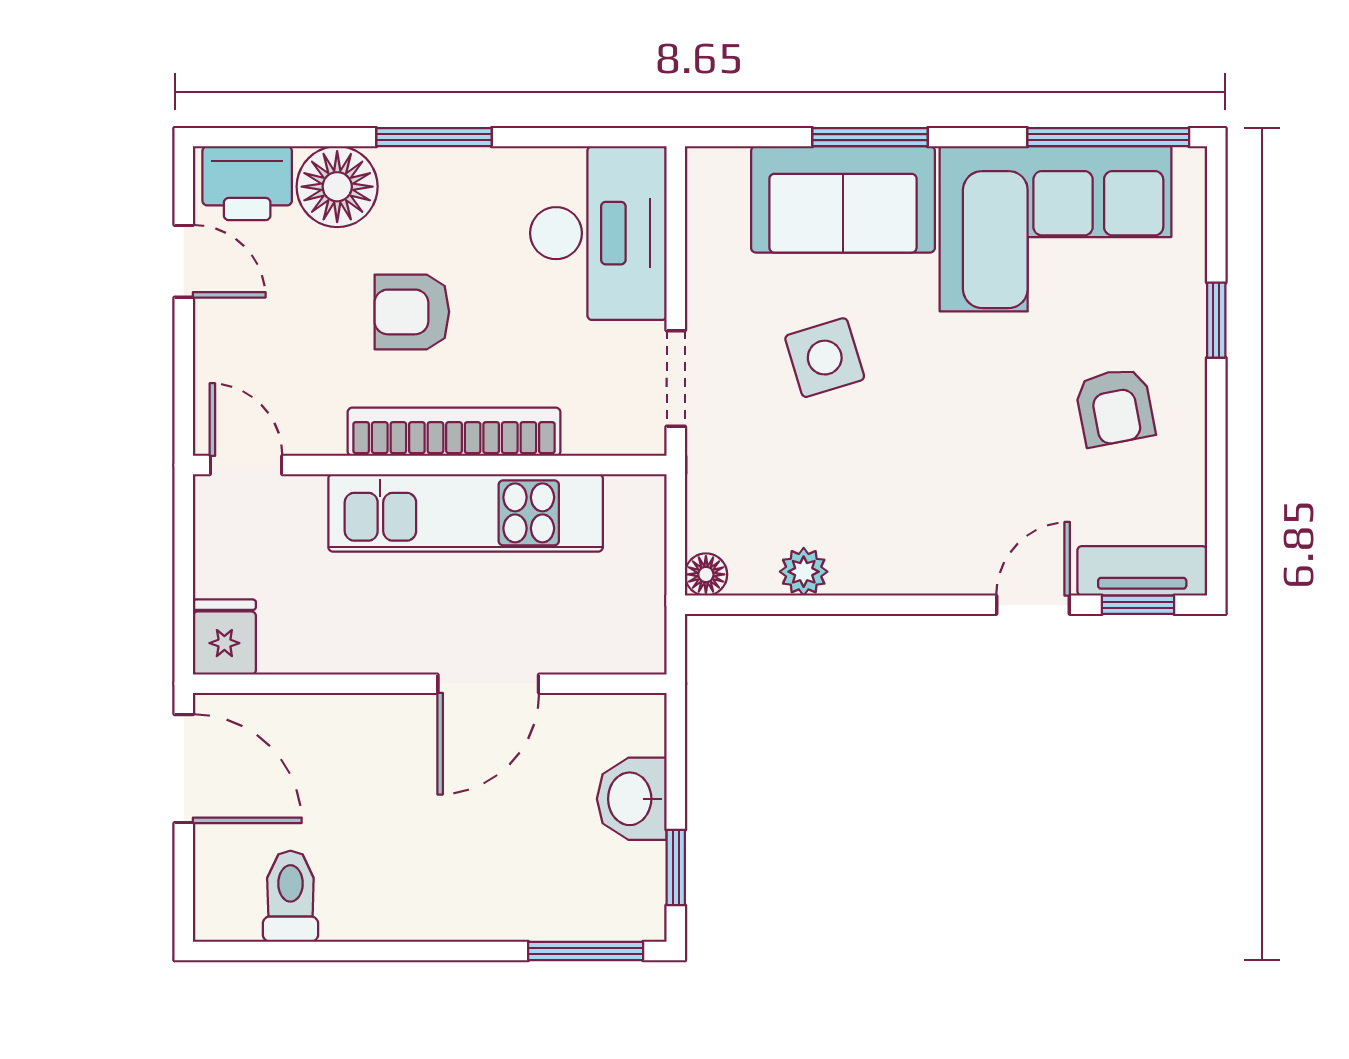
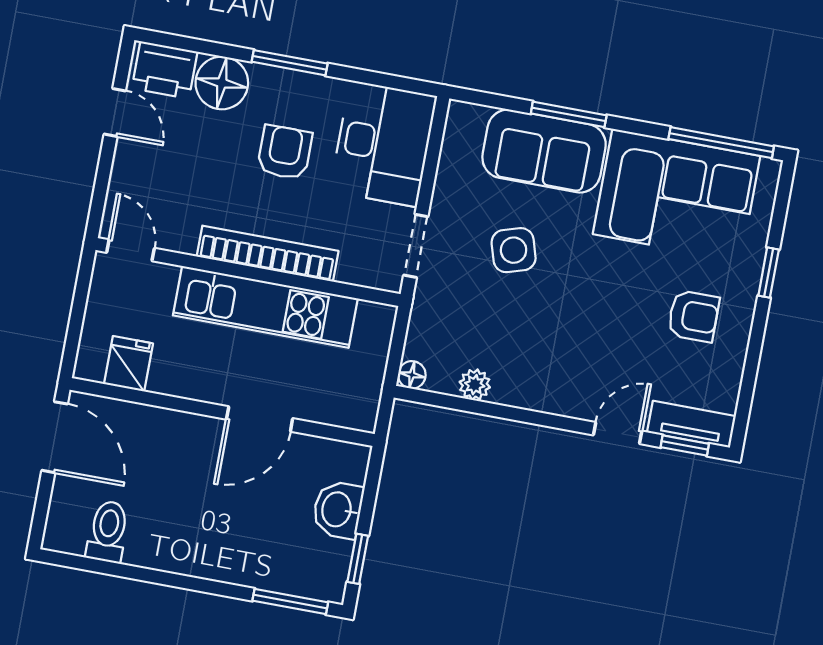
armchair: (412, 312) -> (285, 152), moved, turned 90
armchair: (1115, 407) -> (693, 316), turned -79
fridge: (224, 637) -> (128, 364), moved

